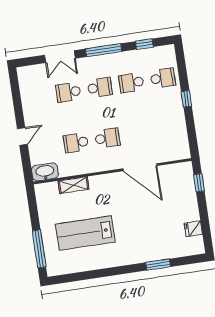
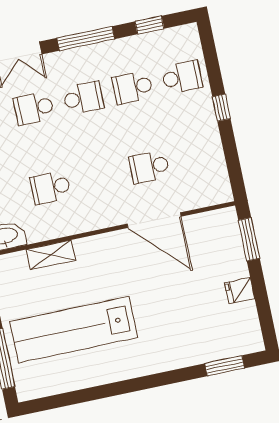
school desk: (107, 138) -> (149, 167), moved, turned 180
window: (199, 183) -> (249, 239), width x1.50
fridge: (193, 229) -> (240, 291), moved
lab bench: (85, 233) -> (74, 330), width x1.36
window: (158, 265) -> (225, 366), moved

